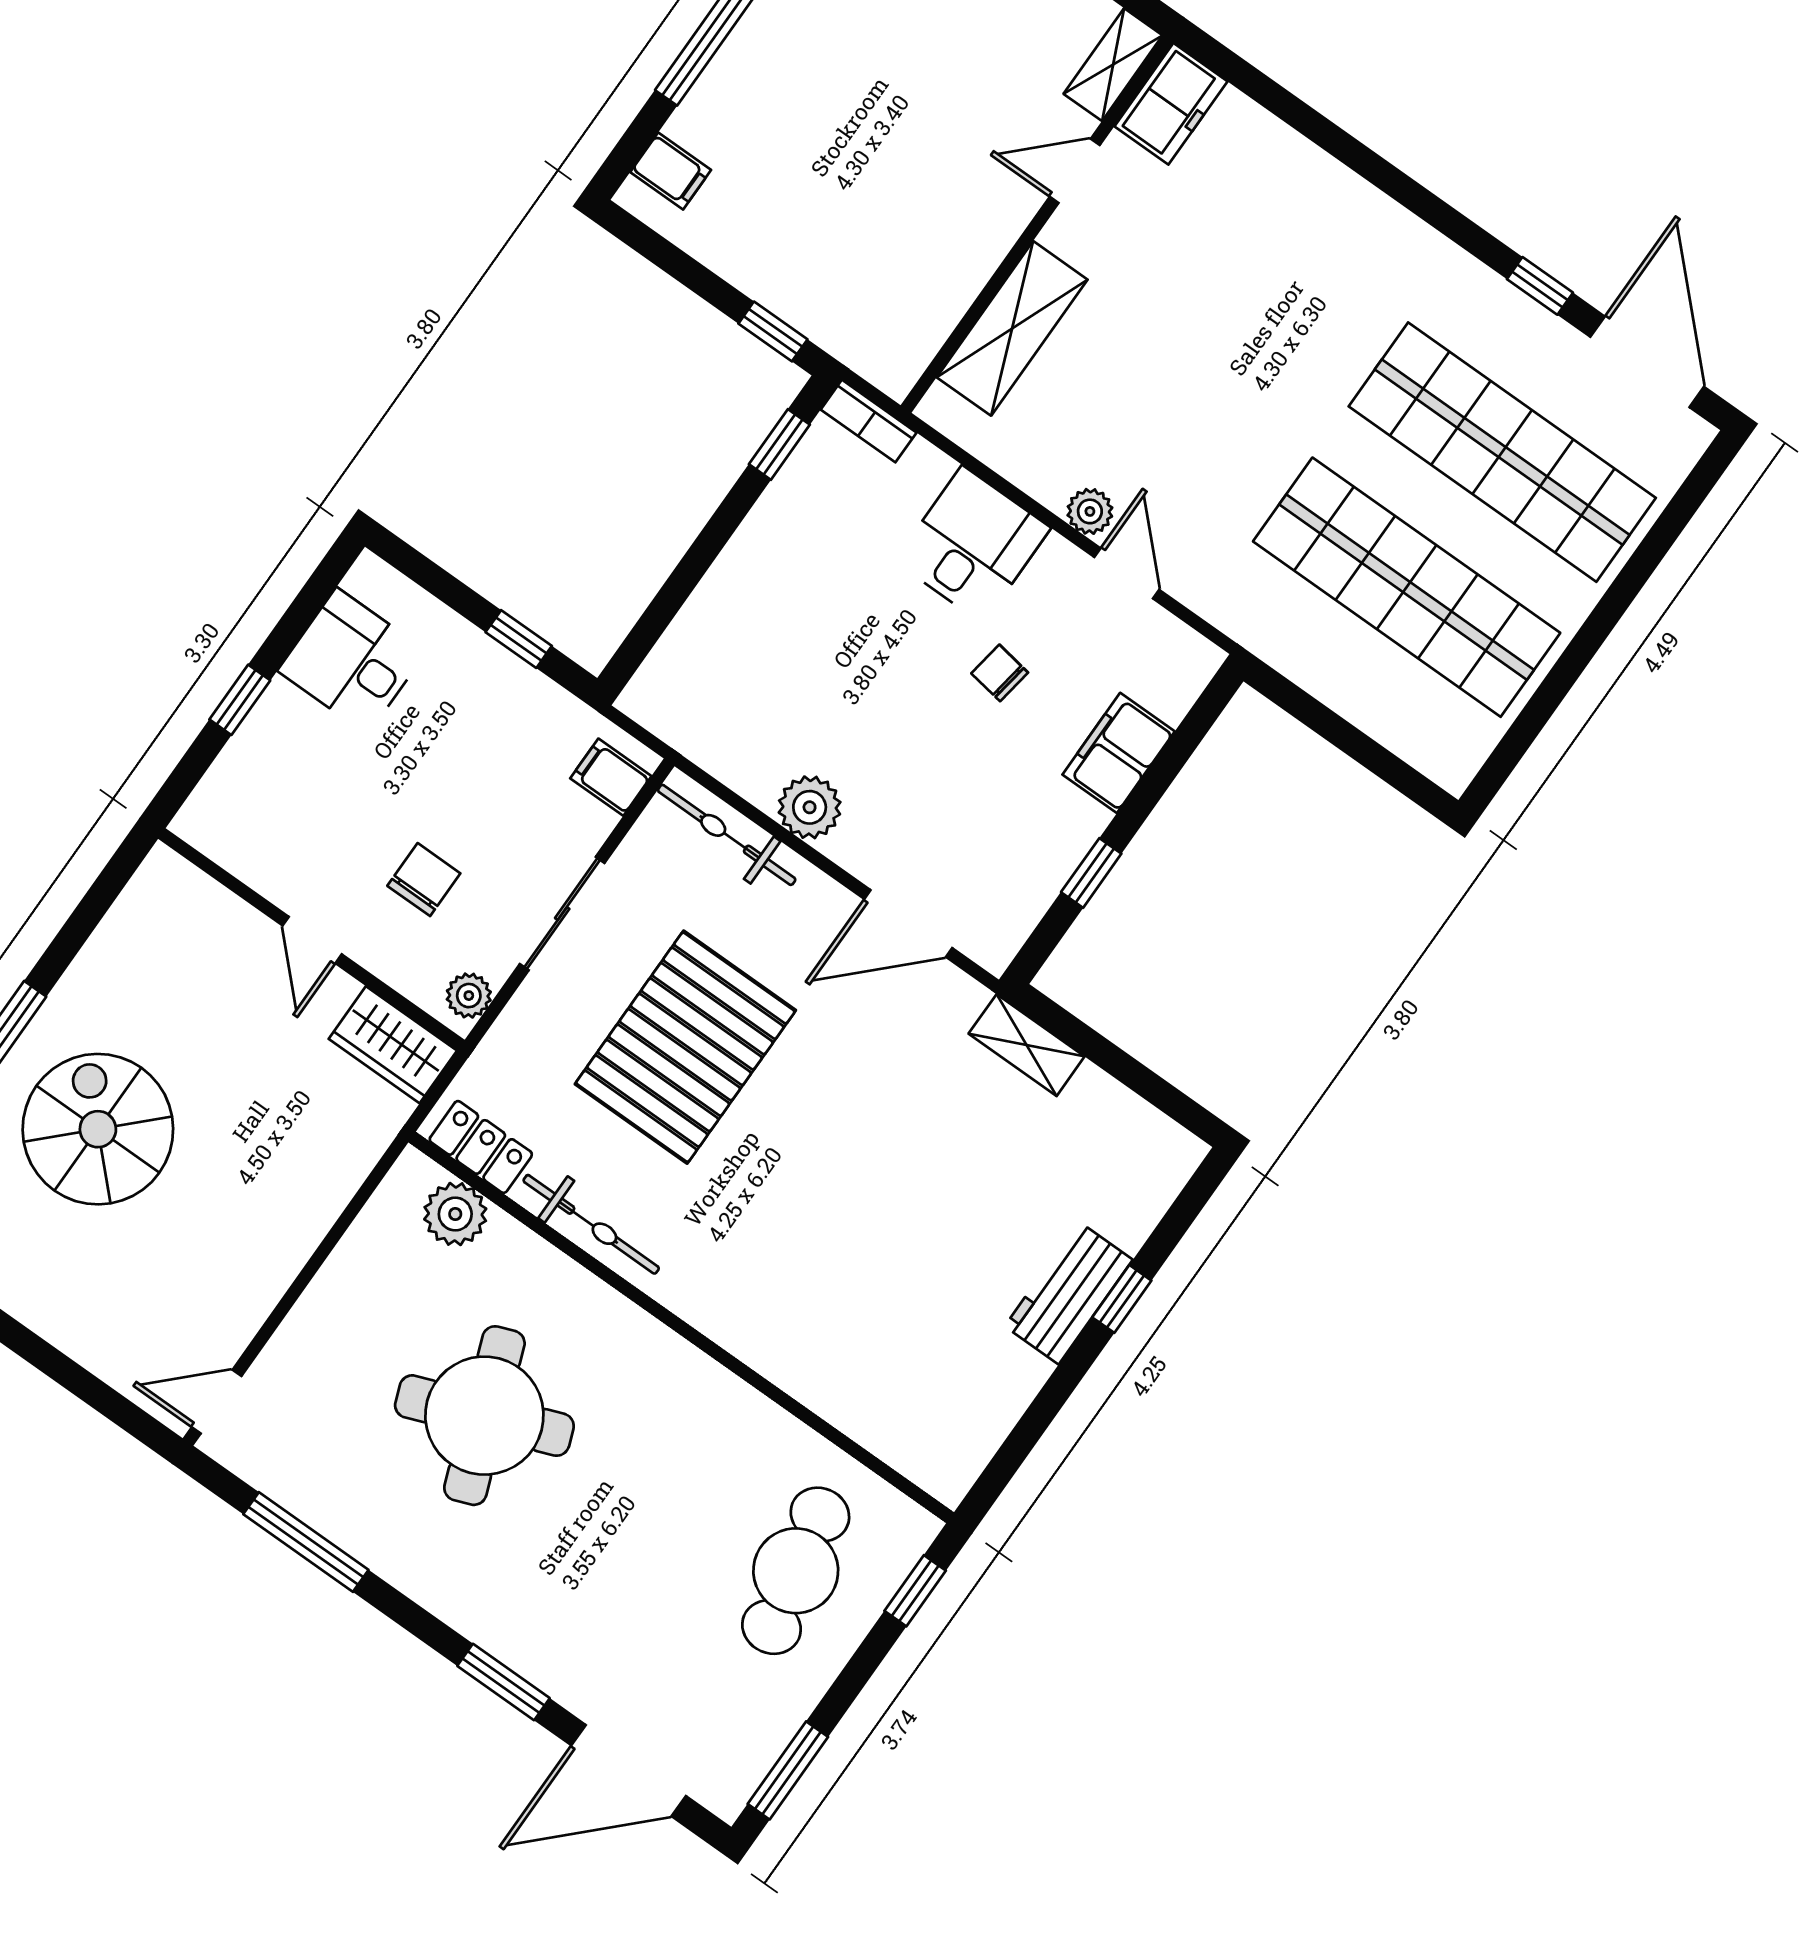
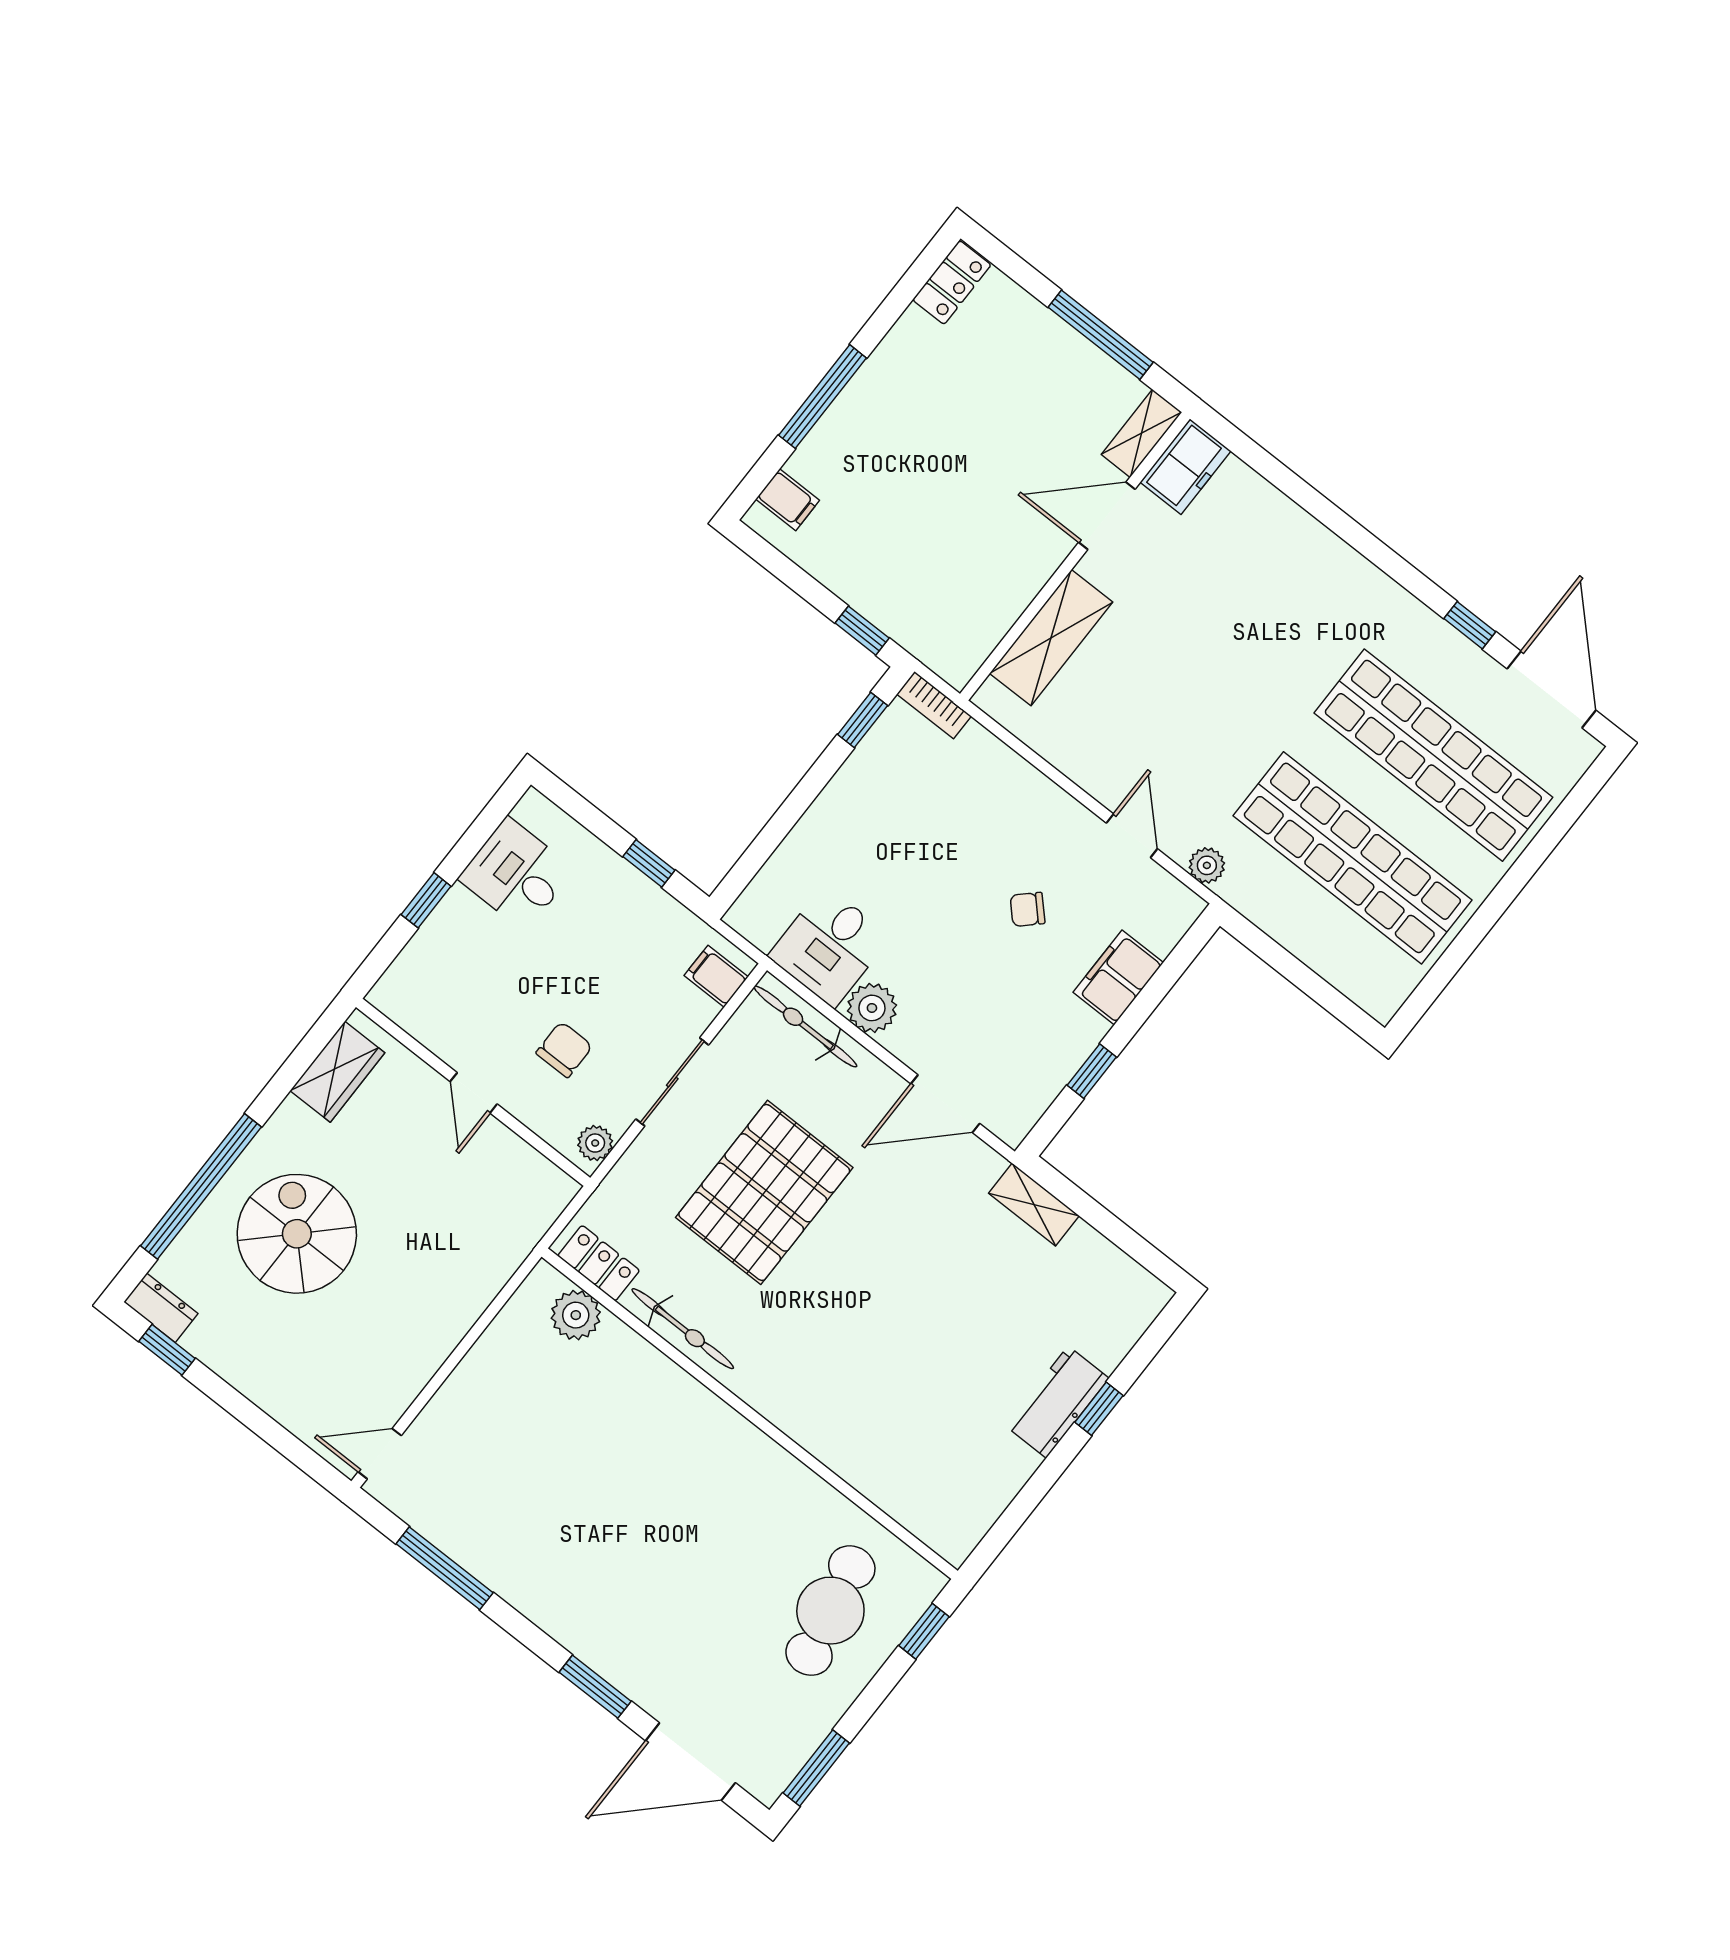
door: (1075, 171) -> (1107, 516), width x1.38
plant: (1090, 511) -> (1207, 865), moved
desk: (973, 545) -> (829, 946), moved, turned 180
chair: (1000, 673) -> (1028, 909), turned -53
wardrobe: (393, 1045) -> (337, 1072), moved, turned -90
round table: (484, 1416) -> (591, 1475), removed

